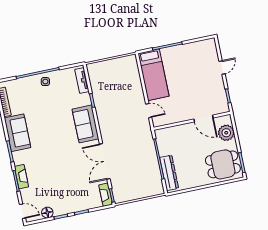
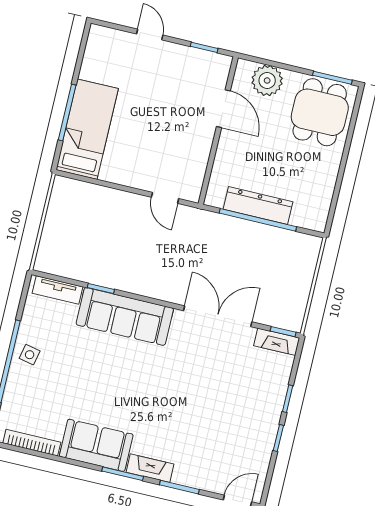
bed: (153, 75) -> (87, 129), moved, turned -90
door: (149, 111) -> (165, 198), swing flipped
door: (203, 118) -> (223, 109), hinge flipped
sofa: (86, 124) -> (125, 316), width x1.36
double door: (105, 161) -> (218, 316), swing flipped
dresser: (169, 173) -> (258, 206), moved
fireplace: (21, 177) -> (150, 468), moved
floor lamp: (47, 213) -> (260, 459), removed

